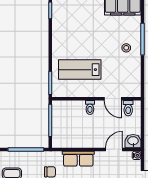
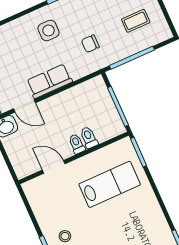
toilet: (128, 108) -> (89, 137), moved
door: (114, 149) -> (24, 106), hinge flipped
row of seats: (78, 159) -> (49, 81), moved

